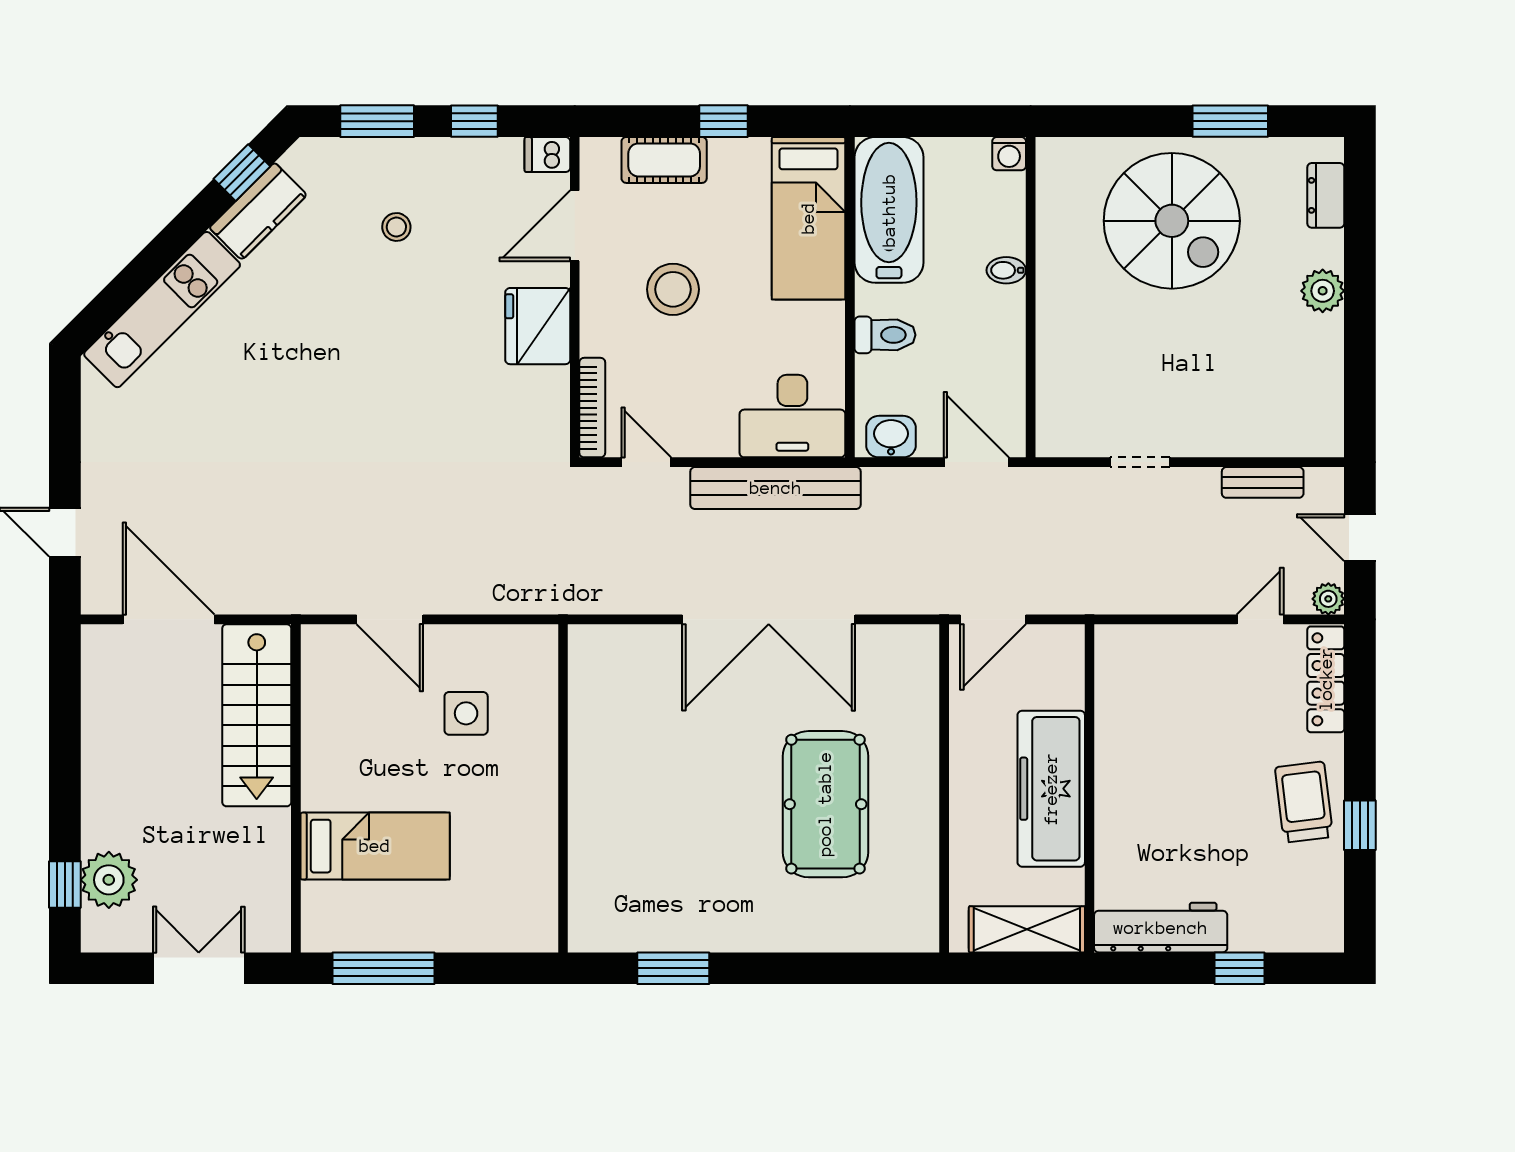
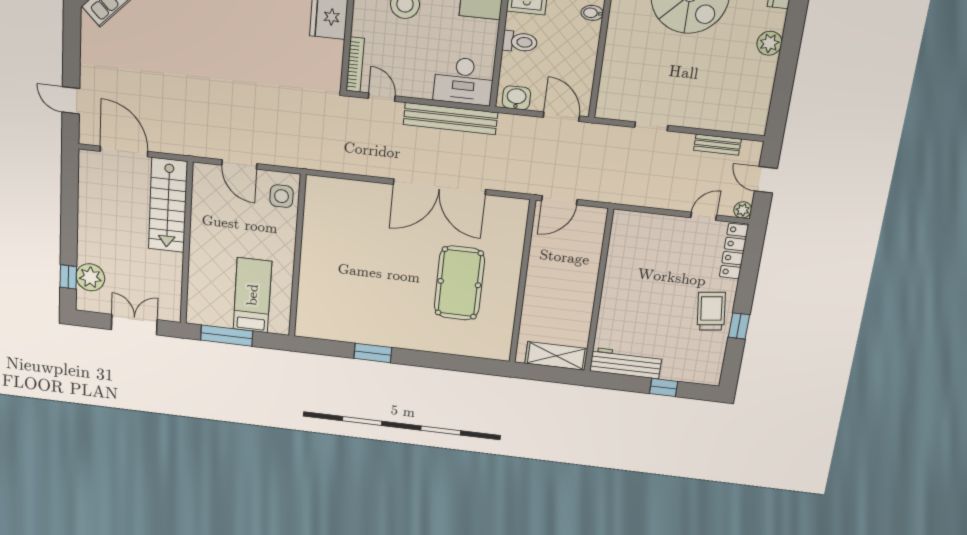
side table: (466, 713) -> (281, 196), moved
wall: (563, 788) -> (297, 257), moved
freezer: (1051, 789) -> (579, 289), removed
bed: (375, 846) -> (252, 295), moved, turned -90

